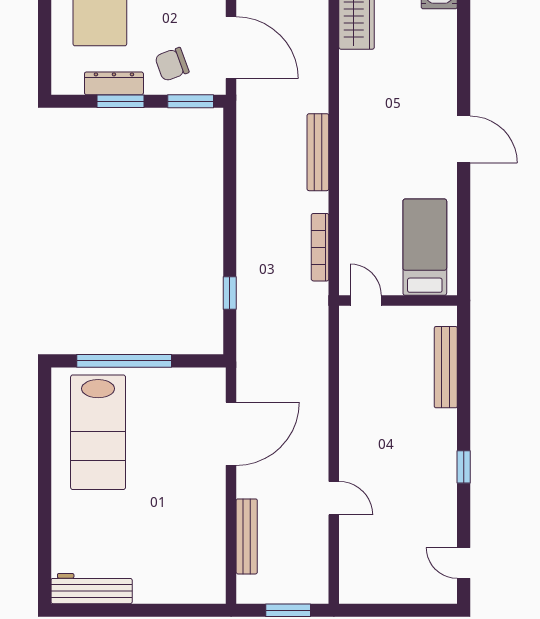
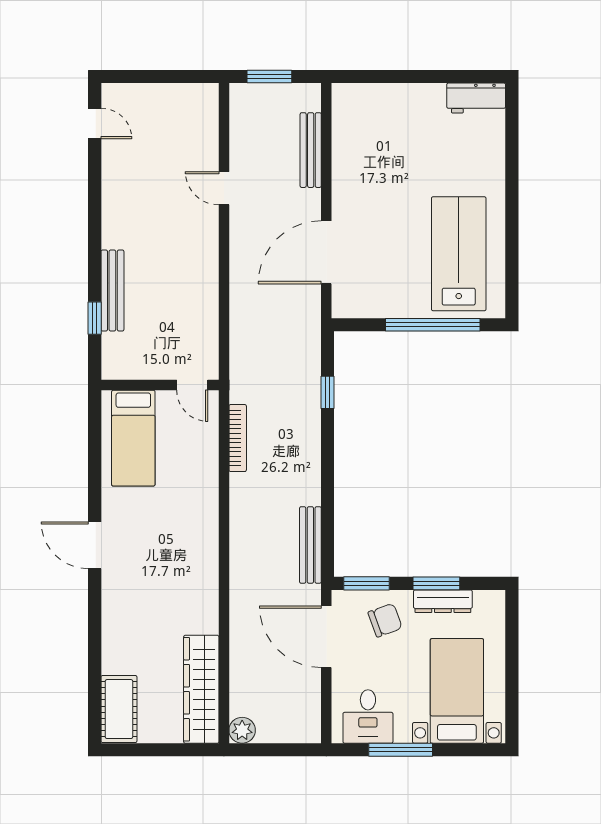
bench: (318, 152) -> (310, 545), moved
bench: (446, 367) -> (112, 290), moved
window: (464, 467) -> (95, 318), moved
workbench: (92, 589) -> (476, 98), width x0.73

